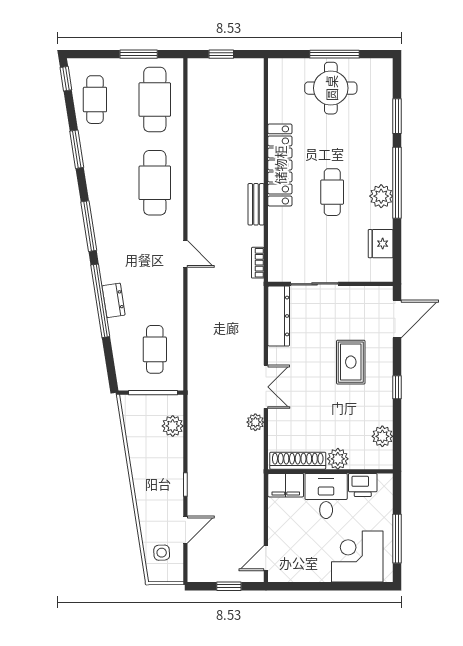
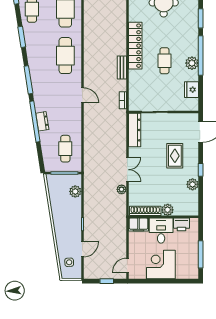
plant: (382, 436) -> (193, 184), moved
corner desk: (357, 557) -> (161, 264), moved

